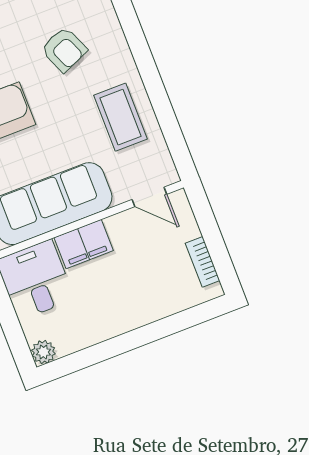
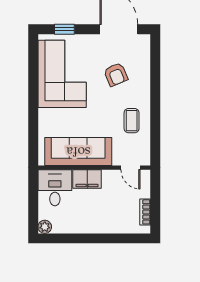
coffee table: (121, 117) -> (132, 121), width x0.73, depth x0.77

